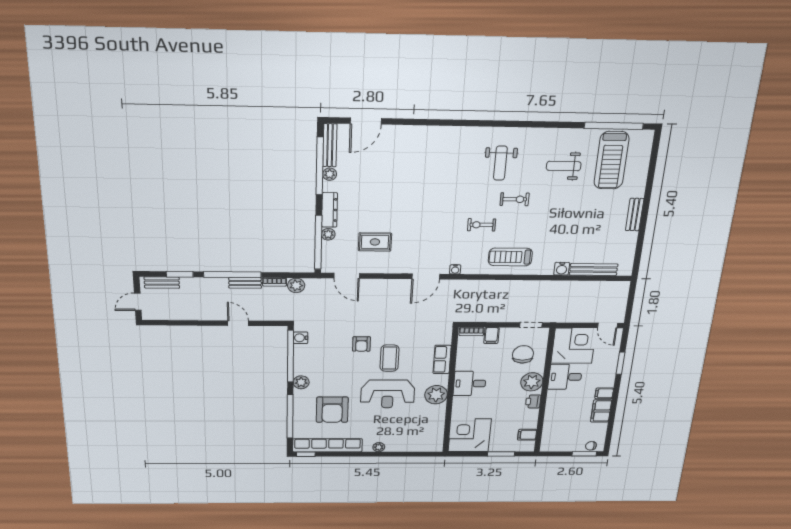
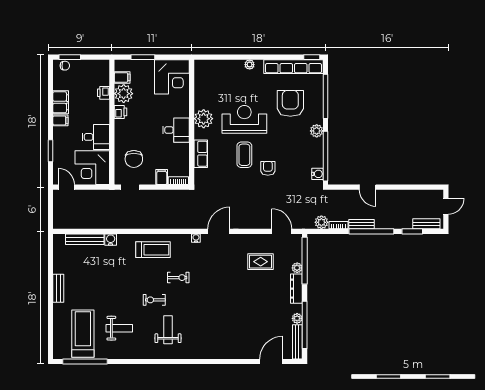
plant: (532, 382) -> (124, 94), moved
printer: (550, 420) -> (104, 93), added

